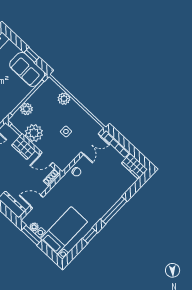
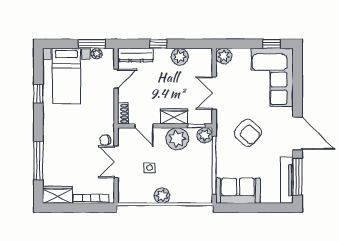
window: (32, 55) -> (247, 208), removed
plant: (64, 99) -> (162, 196), moved
plant: (26, 109) -> (205, 135), moved
double door: (91, 144) -> (116, 162), moved
door: (46, 159) -> (144, 126), swing flipped
window: (114, 210) -> (38, 161), moved

